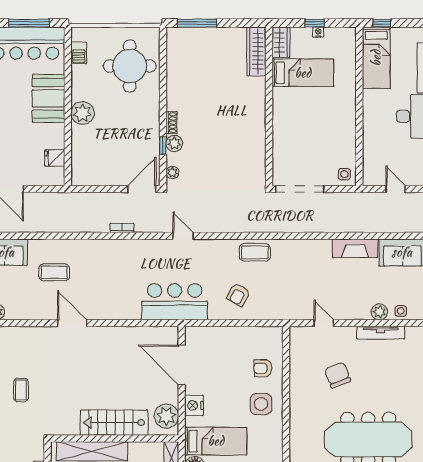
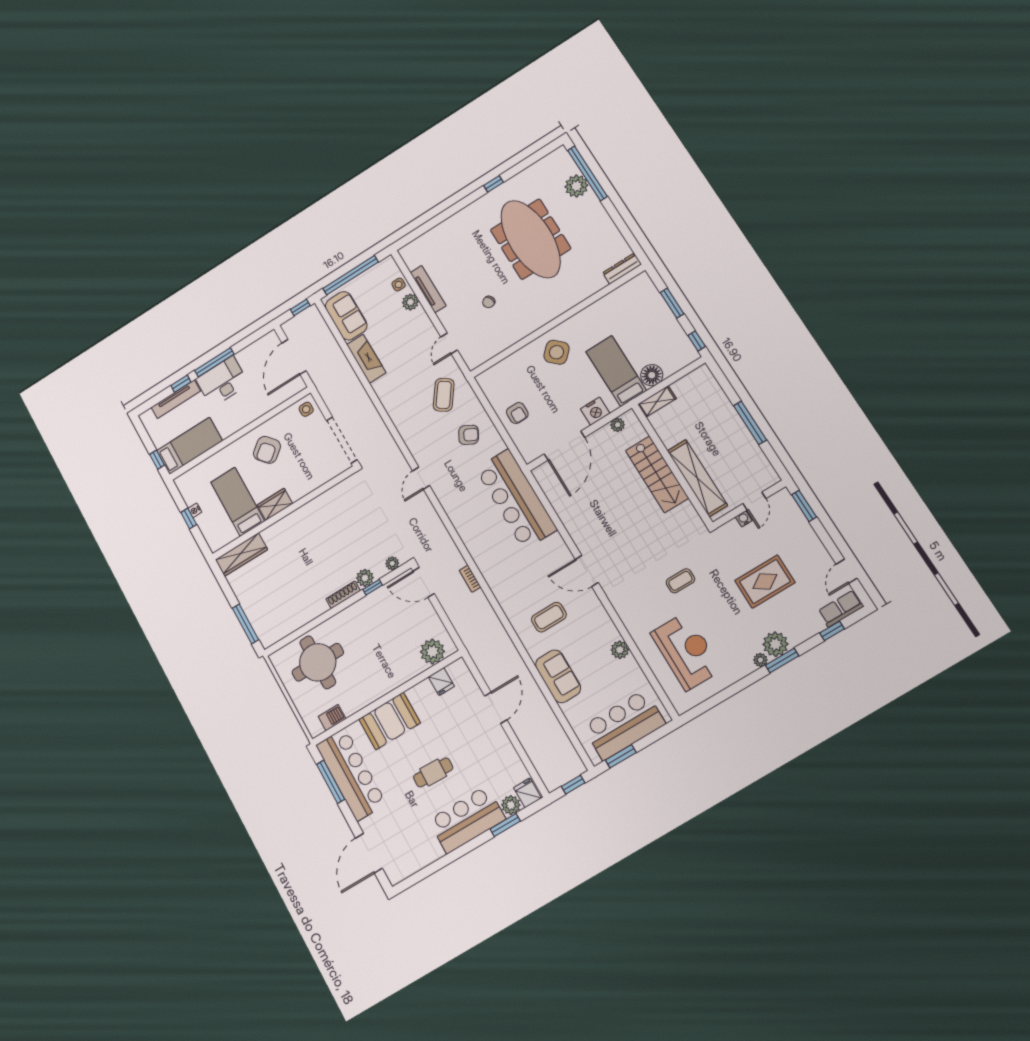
wardrobe: (281, 42) -> (275, 504), moved
plant: (83, 113) -> (432, 652), moved
armchair: (331, 122) -> (267, 450), added
shoe rack: (172, 123) -> (343, 595), width x1.43
door: (396, 189) -> (294, 357), width x1.88
door: (183, 236) -> (421, 478), moved
coffee table: (255, 252) -> (444, 395), moved, turned 35
coffee table: (54, 272) -> (549, 617), turned 90
bar counter: (175, 302) -> (516, 499), width x1.36
door: (72, 323) -> (587, 571), hinge flipped
armchair: (263, 368) -> (517, 413), moved
chair: (338, 375) -> (489, 302), width x0.54, depth x0.54
side table: (261, 404) -> (556, 352), turned 45
plant: (166, 416) -> (618, 425), width x0.53, depth x0.53

